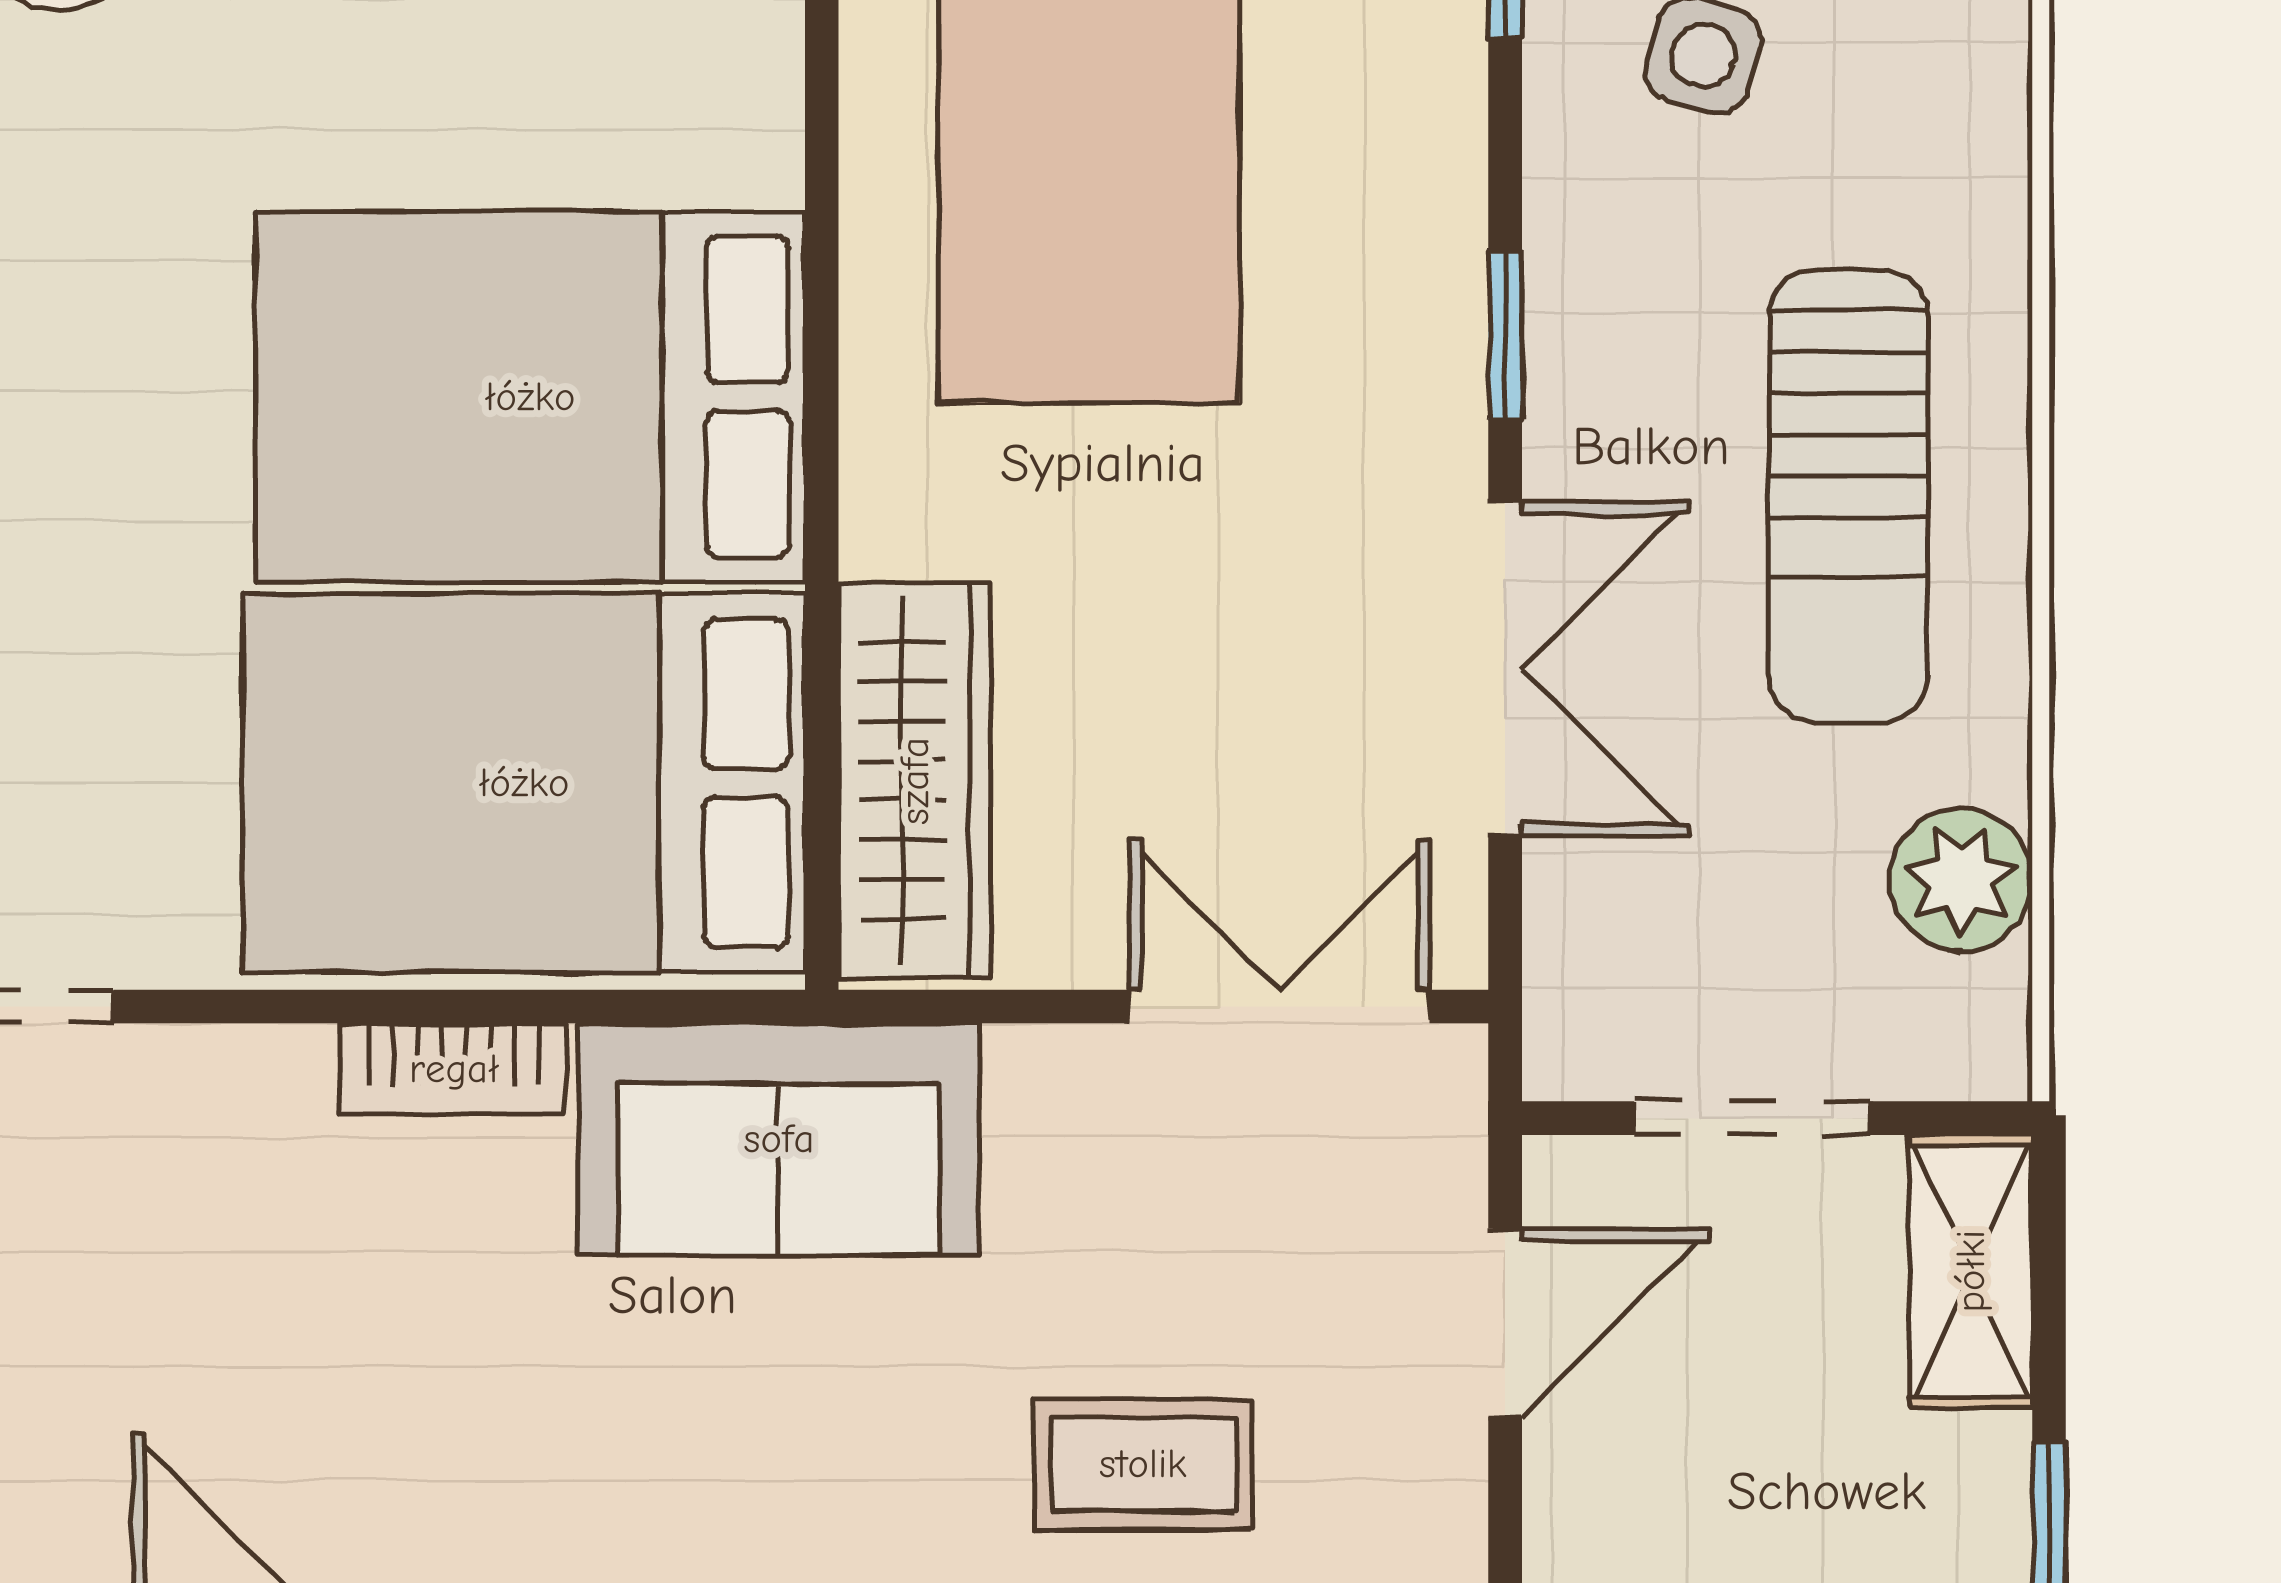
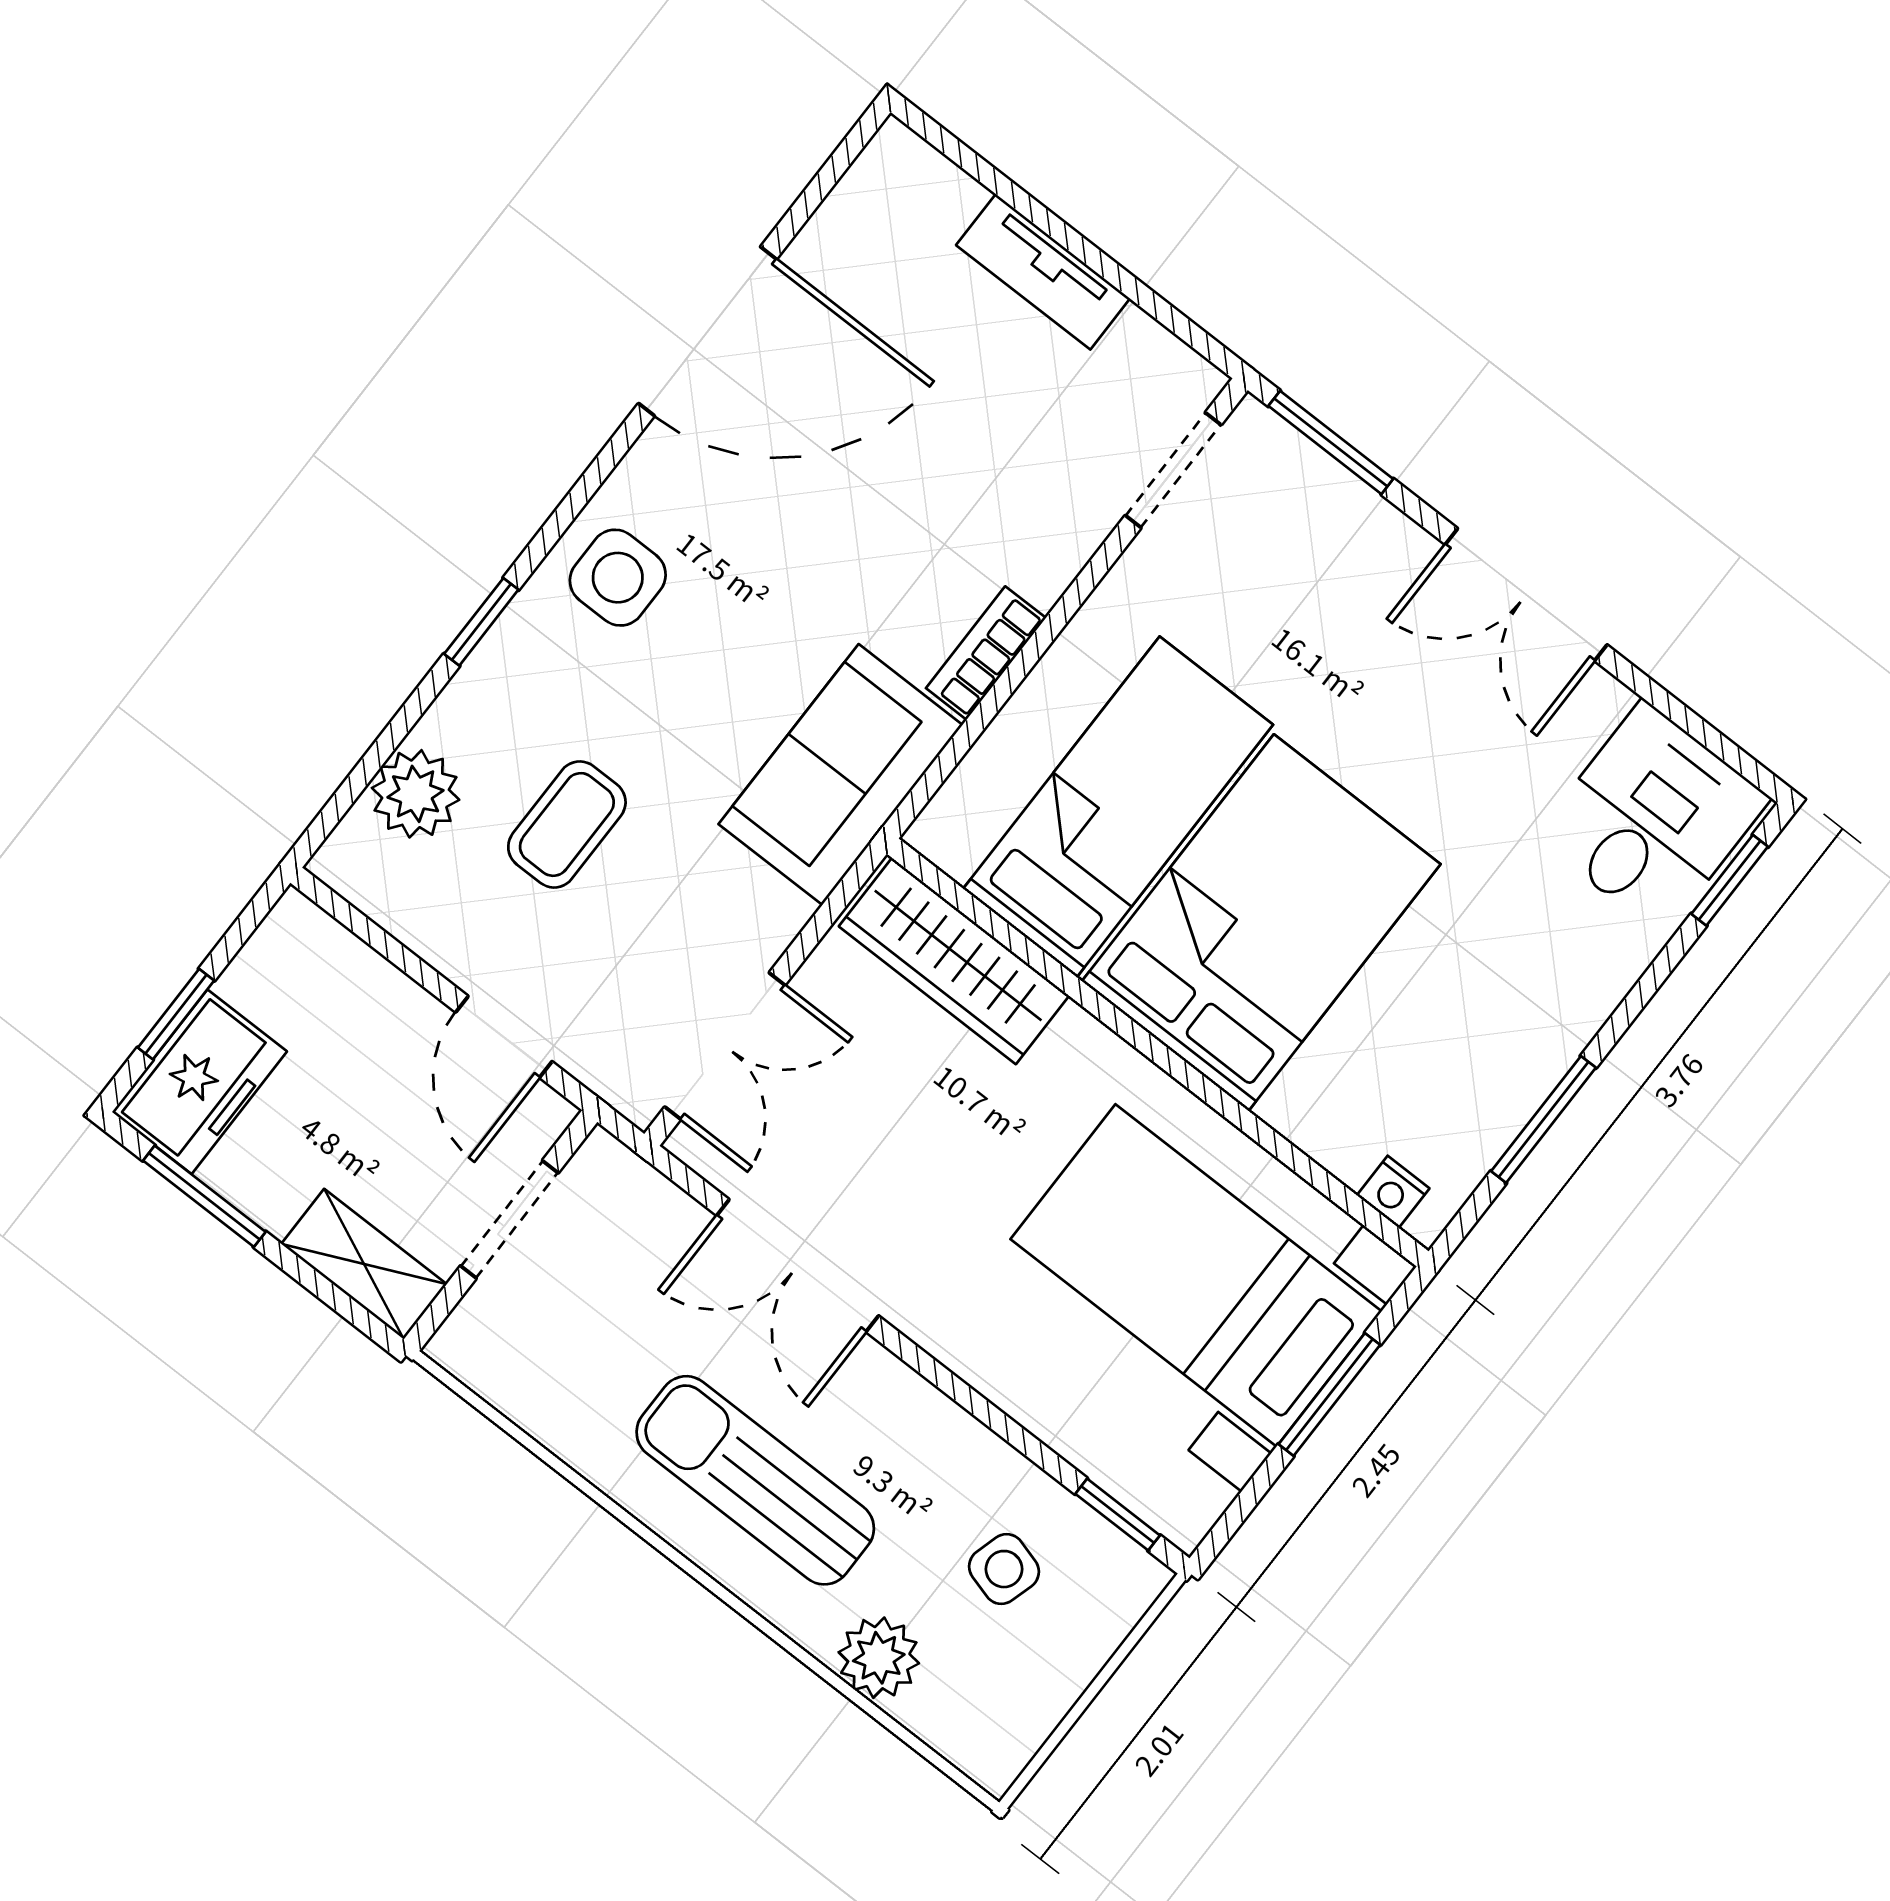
window: (1505, 335) -> (948, 1382), removed
bed: (524, 783) -> (1118, 807), width x0.67
plant: (1961, 880) -> (879, 1658), moved

